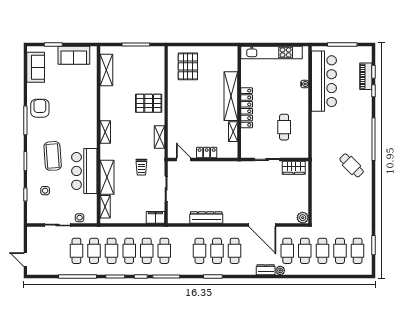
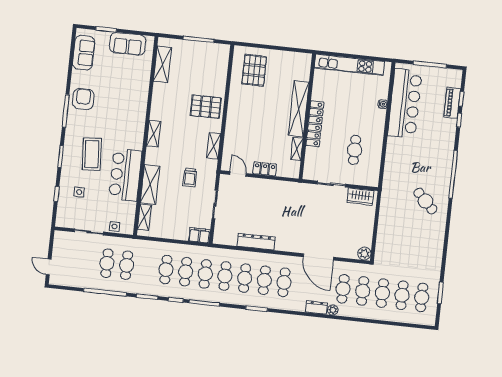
cafe table: (112, 251) -> (225, 276), moved

